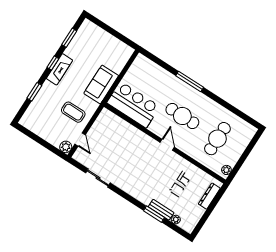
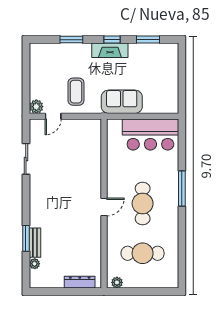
bar counter: (133, 105) -> (150, 134), moved, turned 90

